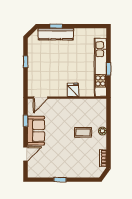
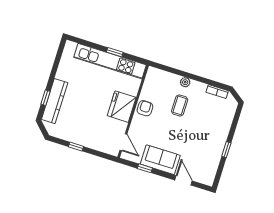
fridge: (73, 90) -> (122, 107), width x1.88, depth x1.34
armchair: (72, 106) -> (145, 108), added

